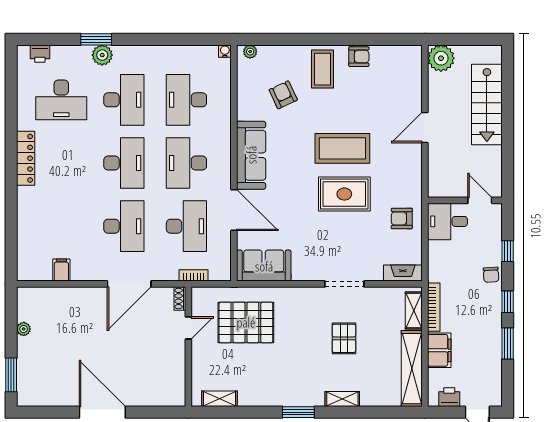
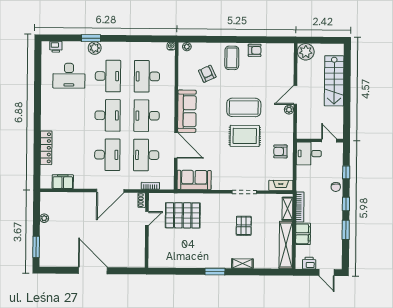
plant: (415, 151) -> (289, 110), added
locker: (26, 158) -> (46, 148), moved
desk: (186, 226) -> (146, 155), turned 180
filing cabinet: (61, 270) -> (63, 182), width x2.00
shelving: (219, 399) -> (166, 263), removed

